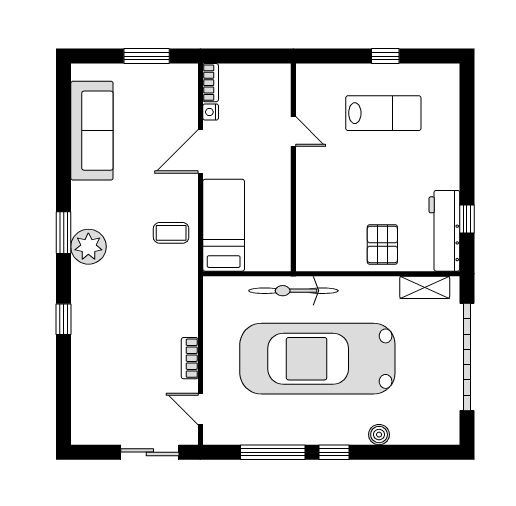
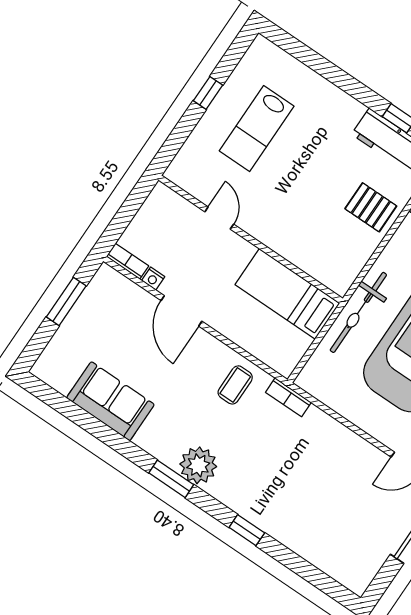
lab bench: (383, 113) -> (257, 129), turned 180
sofa: (92, 131) -> (110, 401), width x0.73
door: (293, 131) -> (219, 218), hinge flipped
bed: (224, 225) -> (287, 294), moved
bookcase: (190, 358) -> (288, 397), moved

